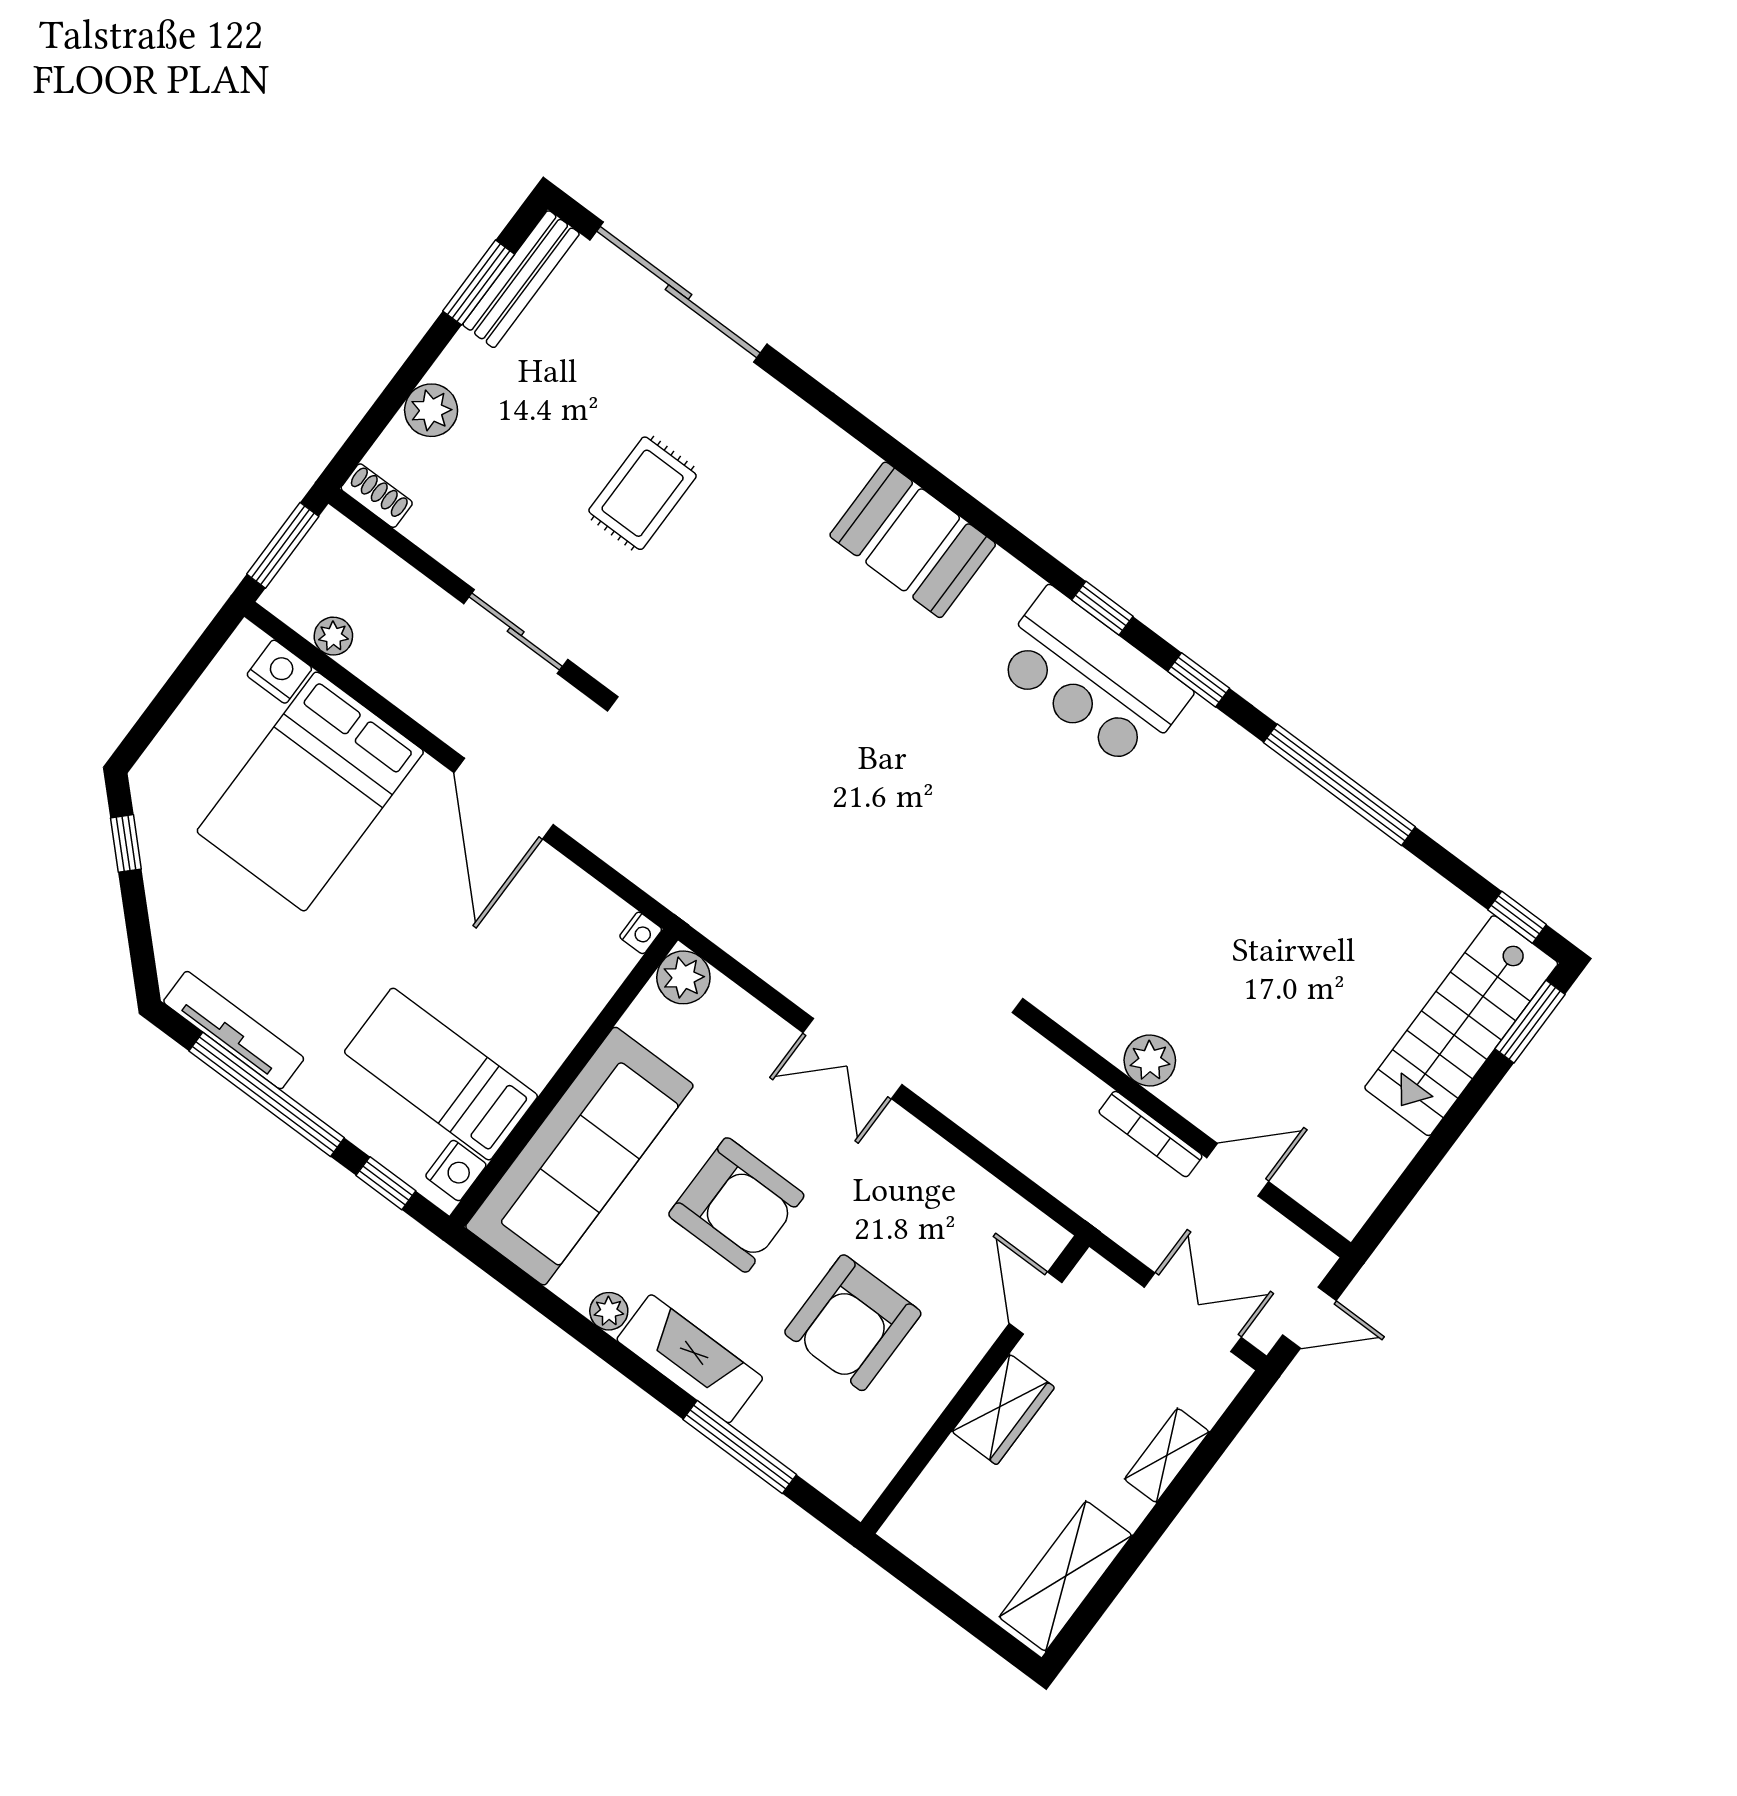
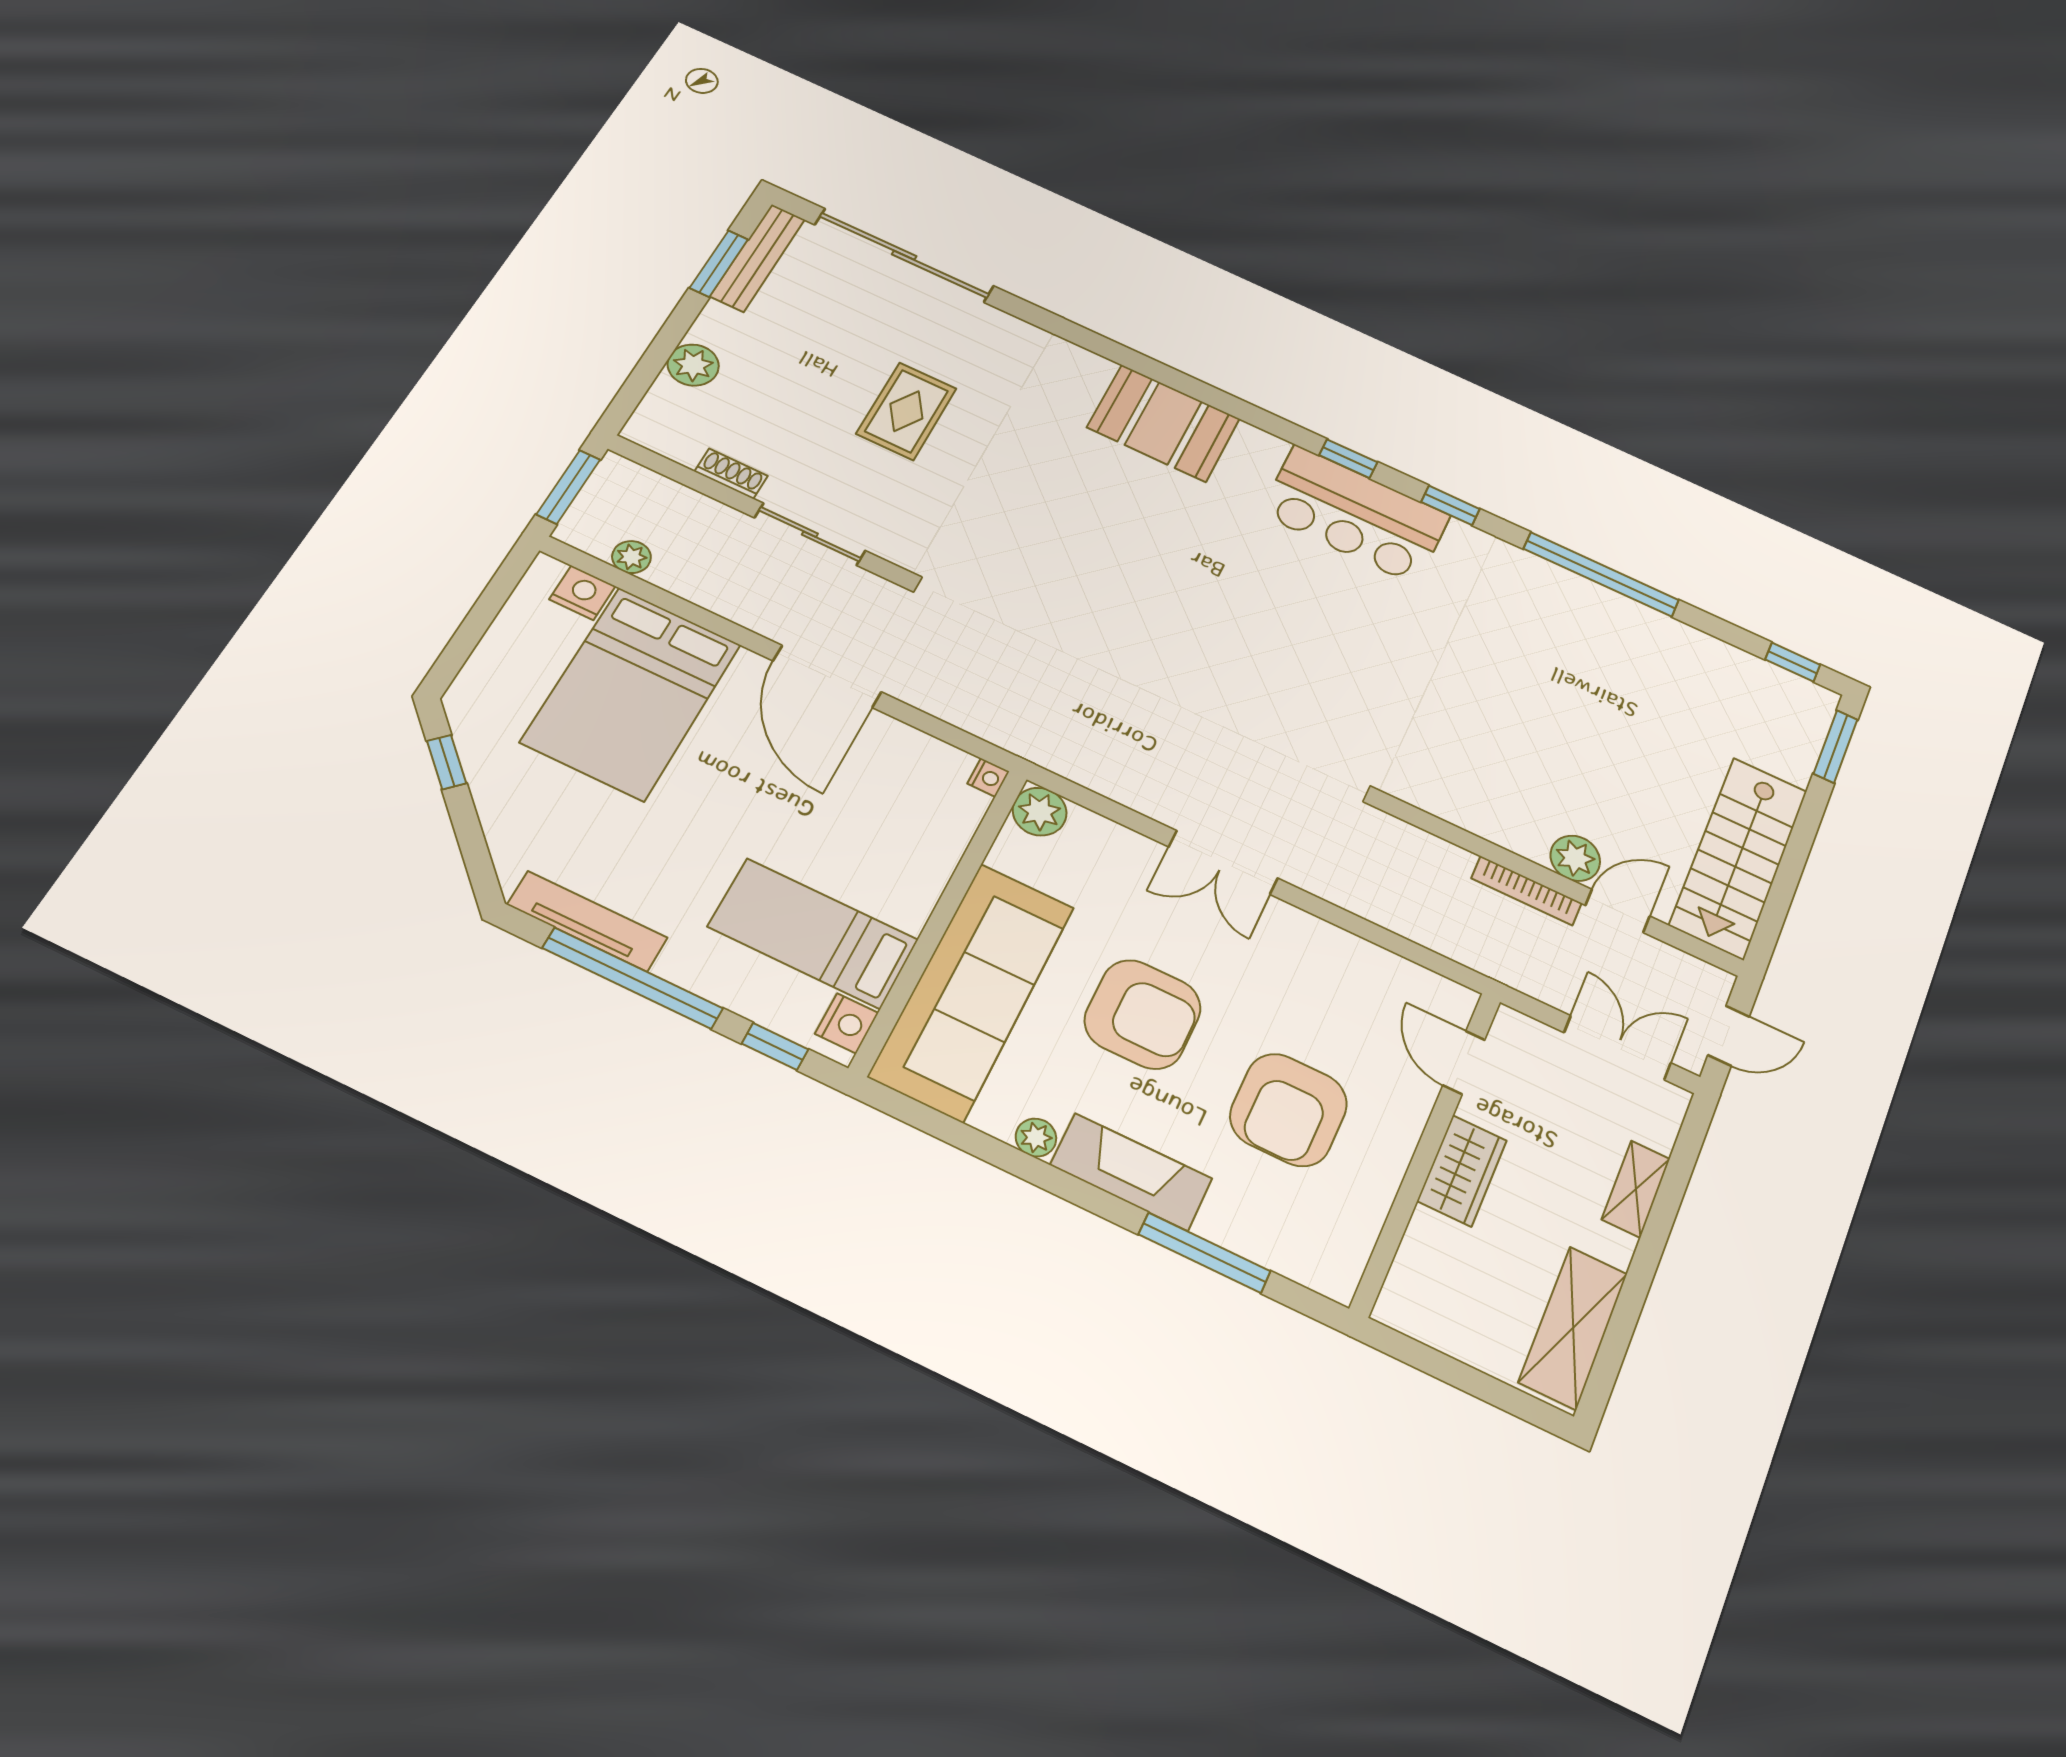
shoe rack: (377, 496) -> (731, 474), moved
stairs: (1461, 1026) -> (1739, 858), moved
plant: (1150, 1061) -> (1575, 858), moved

